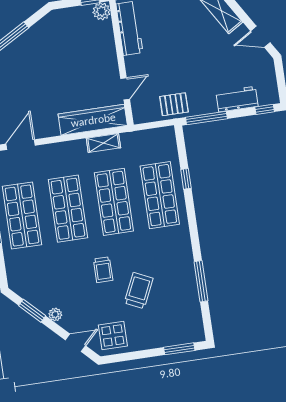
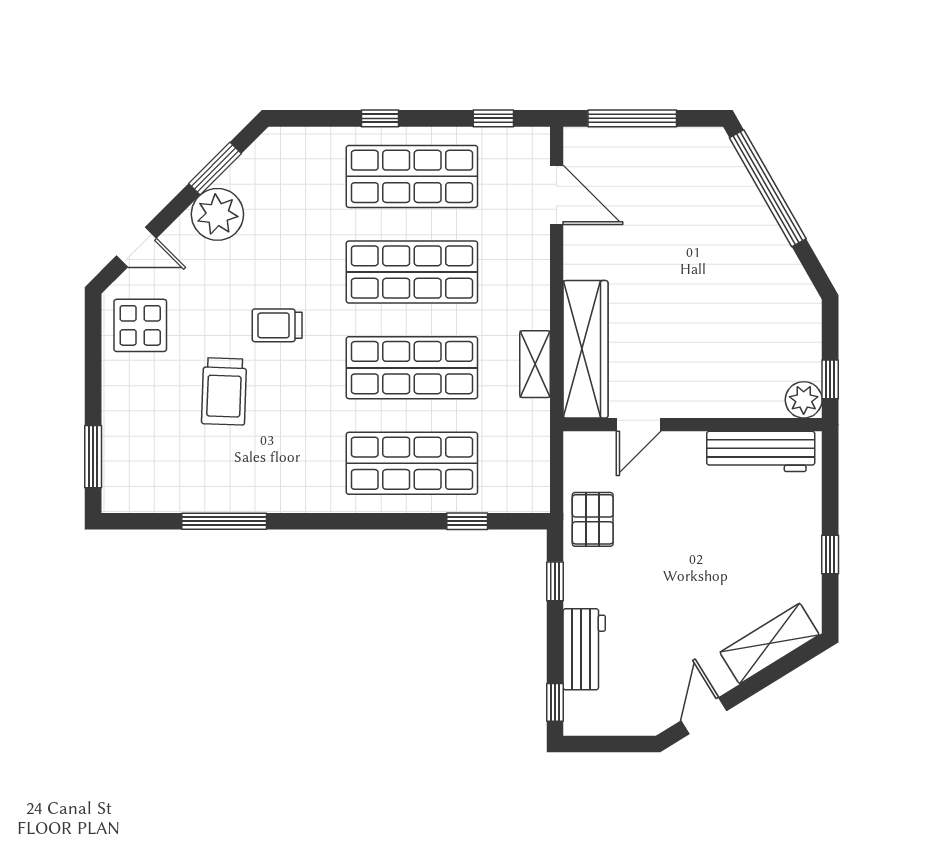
door: (125, 89) -> (639, 425), hinge flipped
window: (206, 118) -> (555, 581), width x0.46
window: (186, 179) -> (467, 521), moved
trolley: (139, 290) -> (224, 391), turned 67
plant: (55, 314) -> (217, 214), width x1.88, depth x1.88
door: (75, 343) -> (136, 247), hinge flipped

